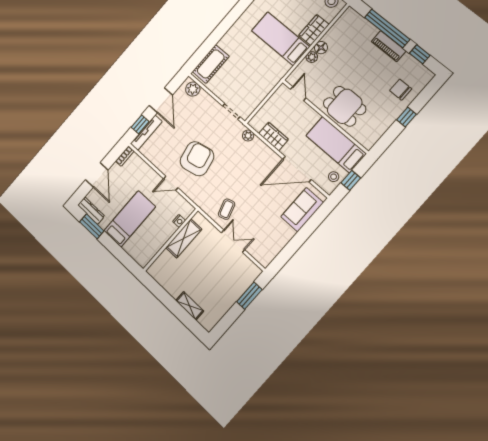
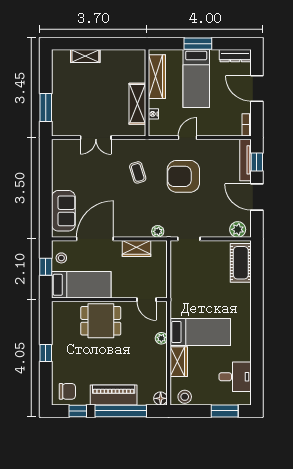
piano: (389, 46) -> (114, 395), width x1.37, depth x1.33
floor lamp: (321, 48) -> (161, 398), moved
chair: (401, 90) -> (67, 391), moved
armchair: (197, 159) -> (183, 176), turned 102
coffee table: (227, 209) -> (138, 172), moved
window: (92, 226) -> (198, 44), moved
wardrobe: (154, 245) -> (157, 77), added

